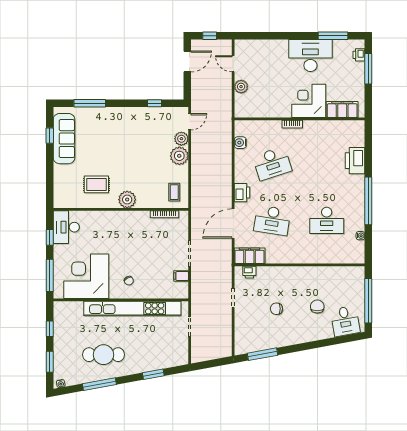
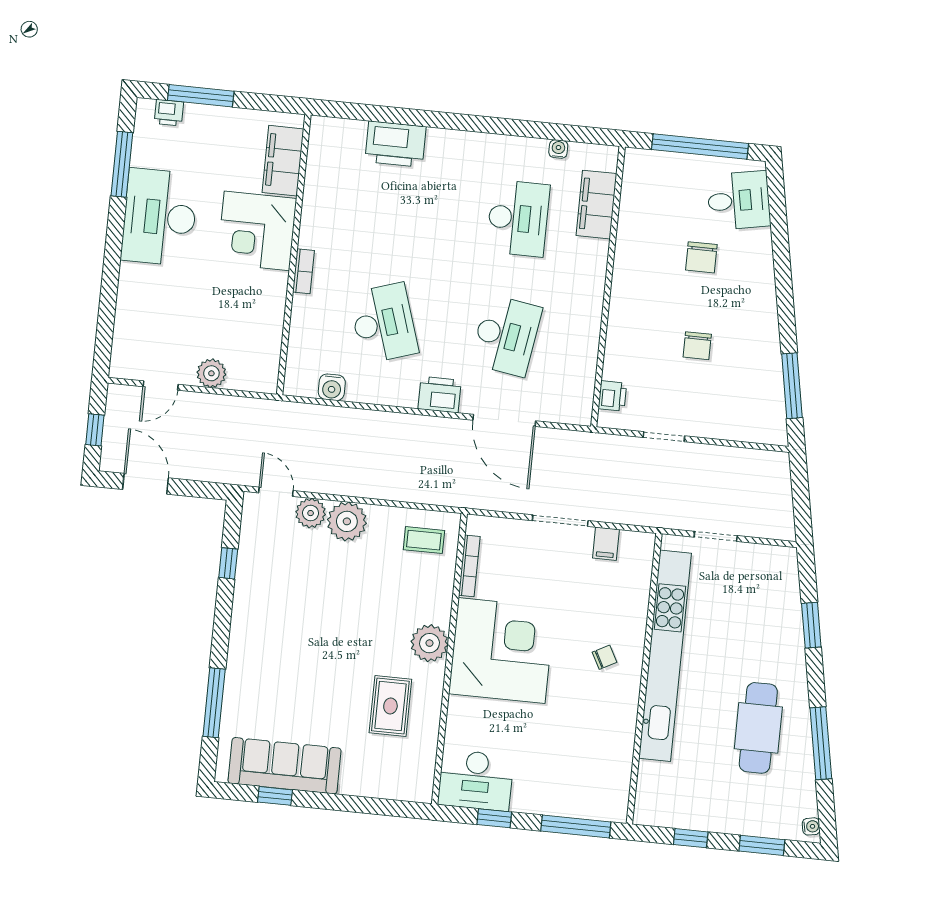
window: (368, 201) -> (485, 125), removed
filing cabinet: (250, 256) -> (596, 205), moved
corner desk: (86, 276) -> (502, 651), moved, turned 180
chair: (317, 306) -> (701, 257), turned -90

